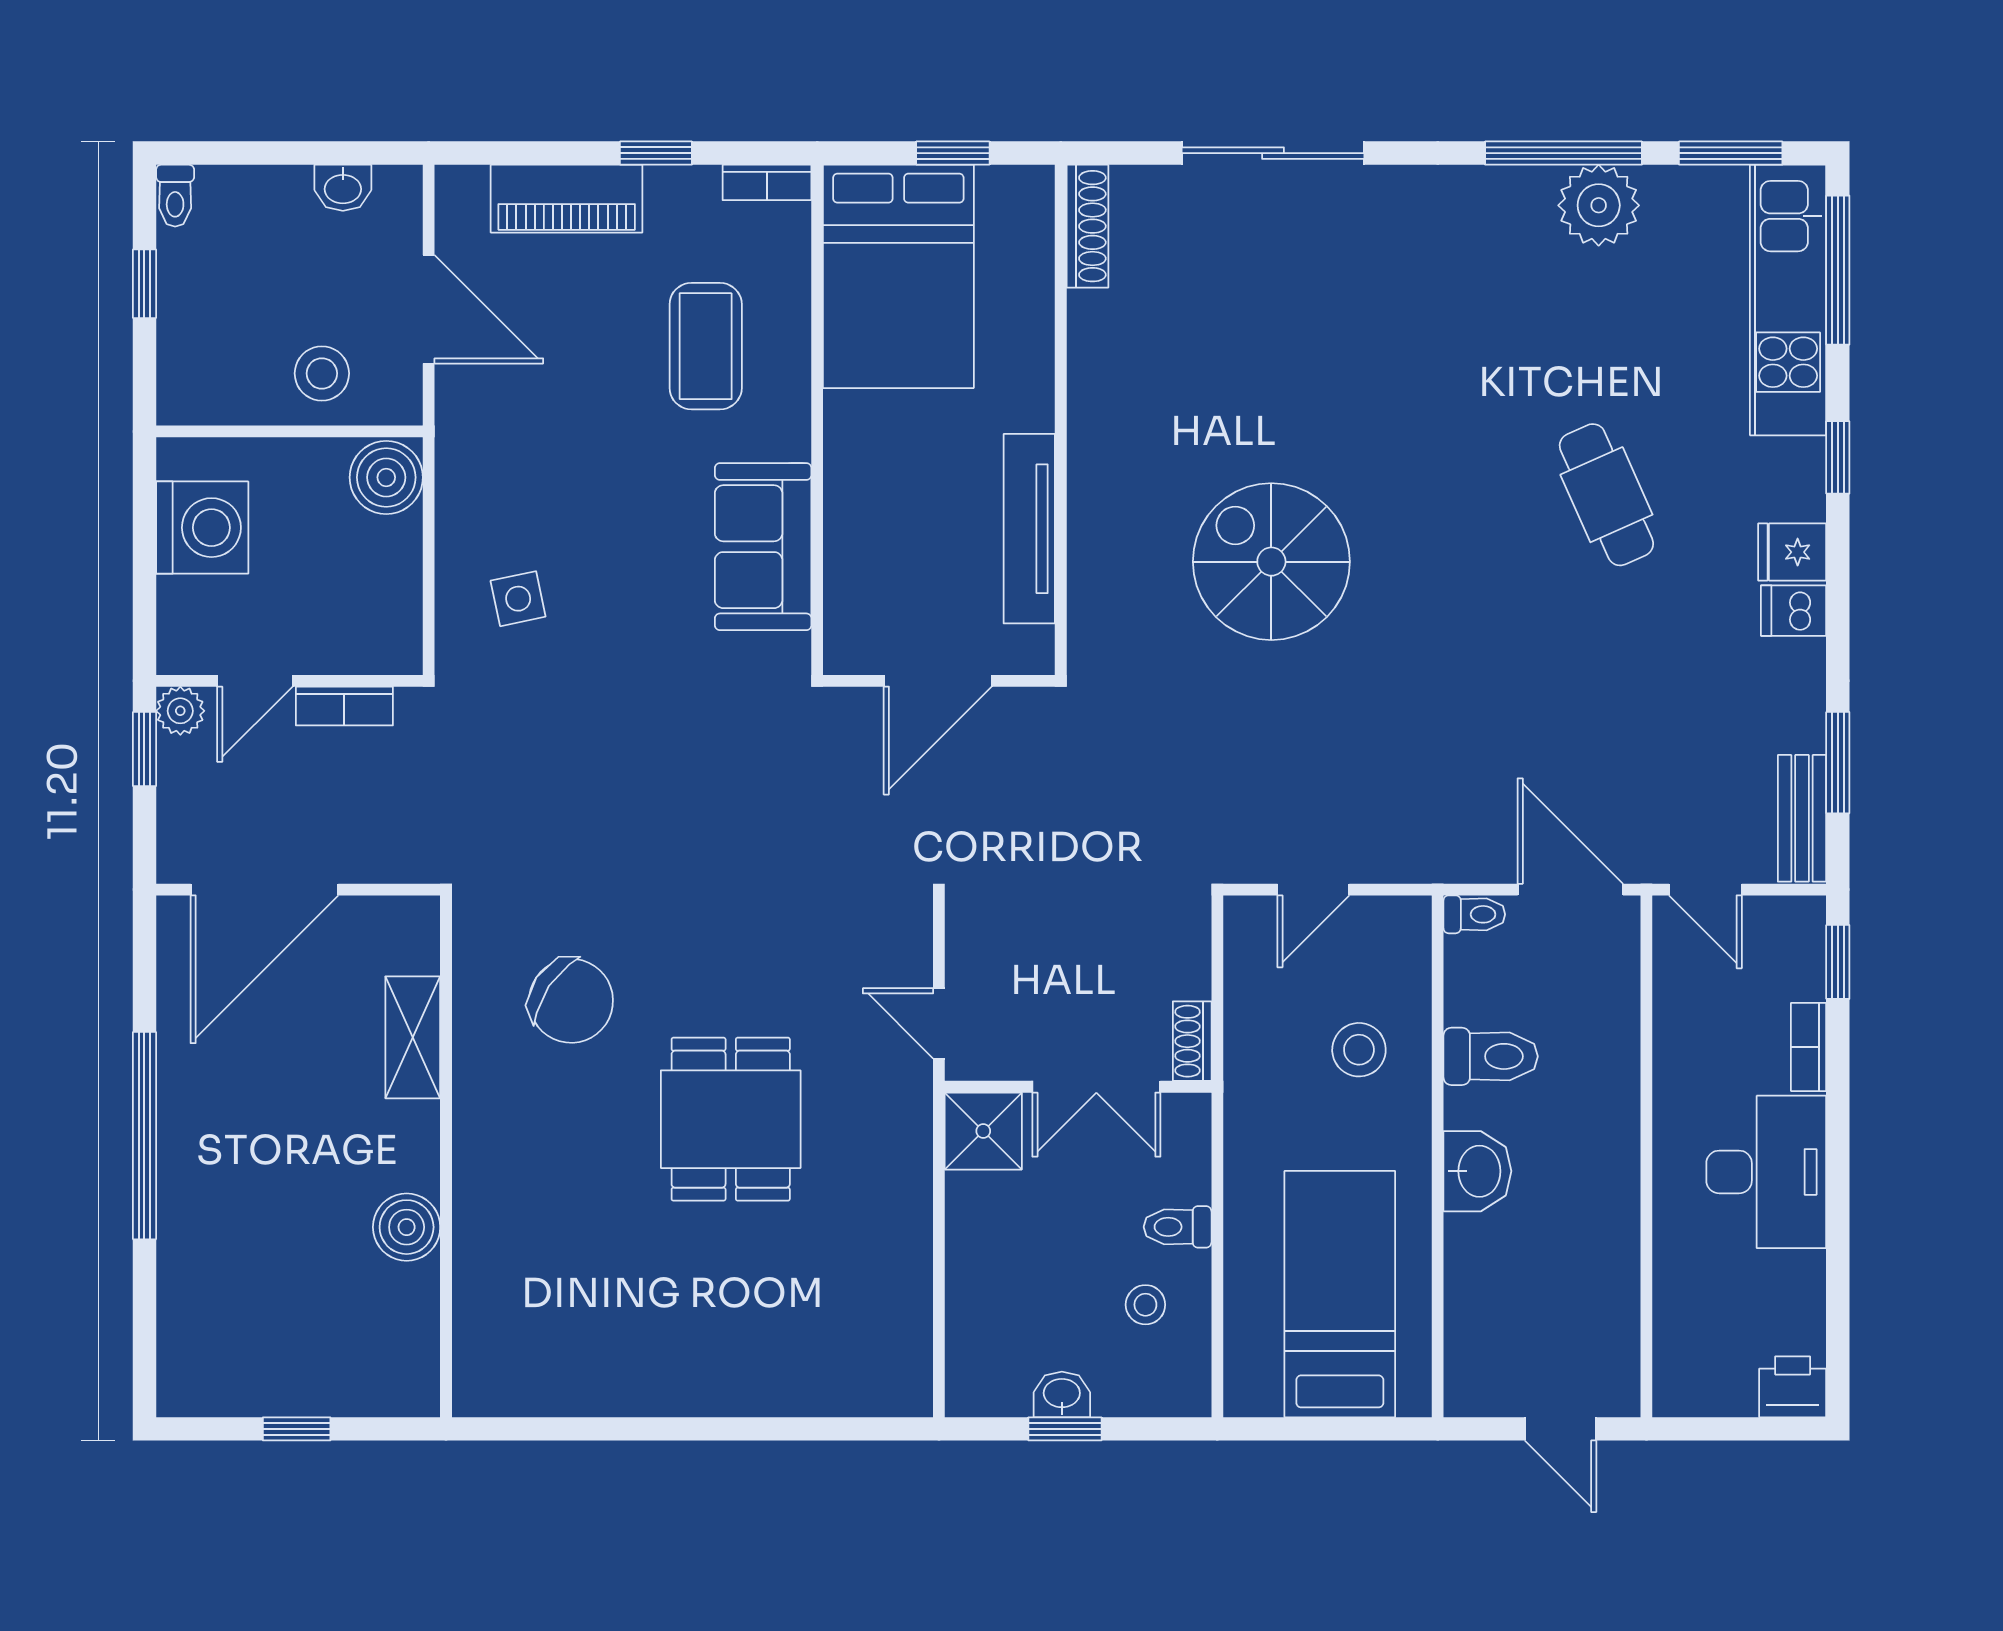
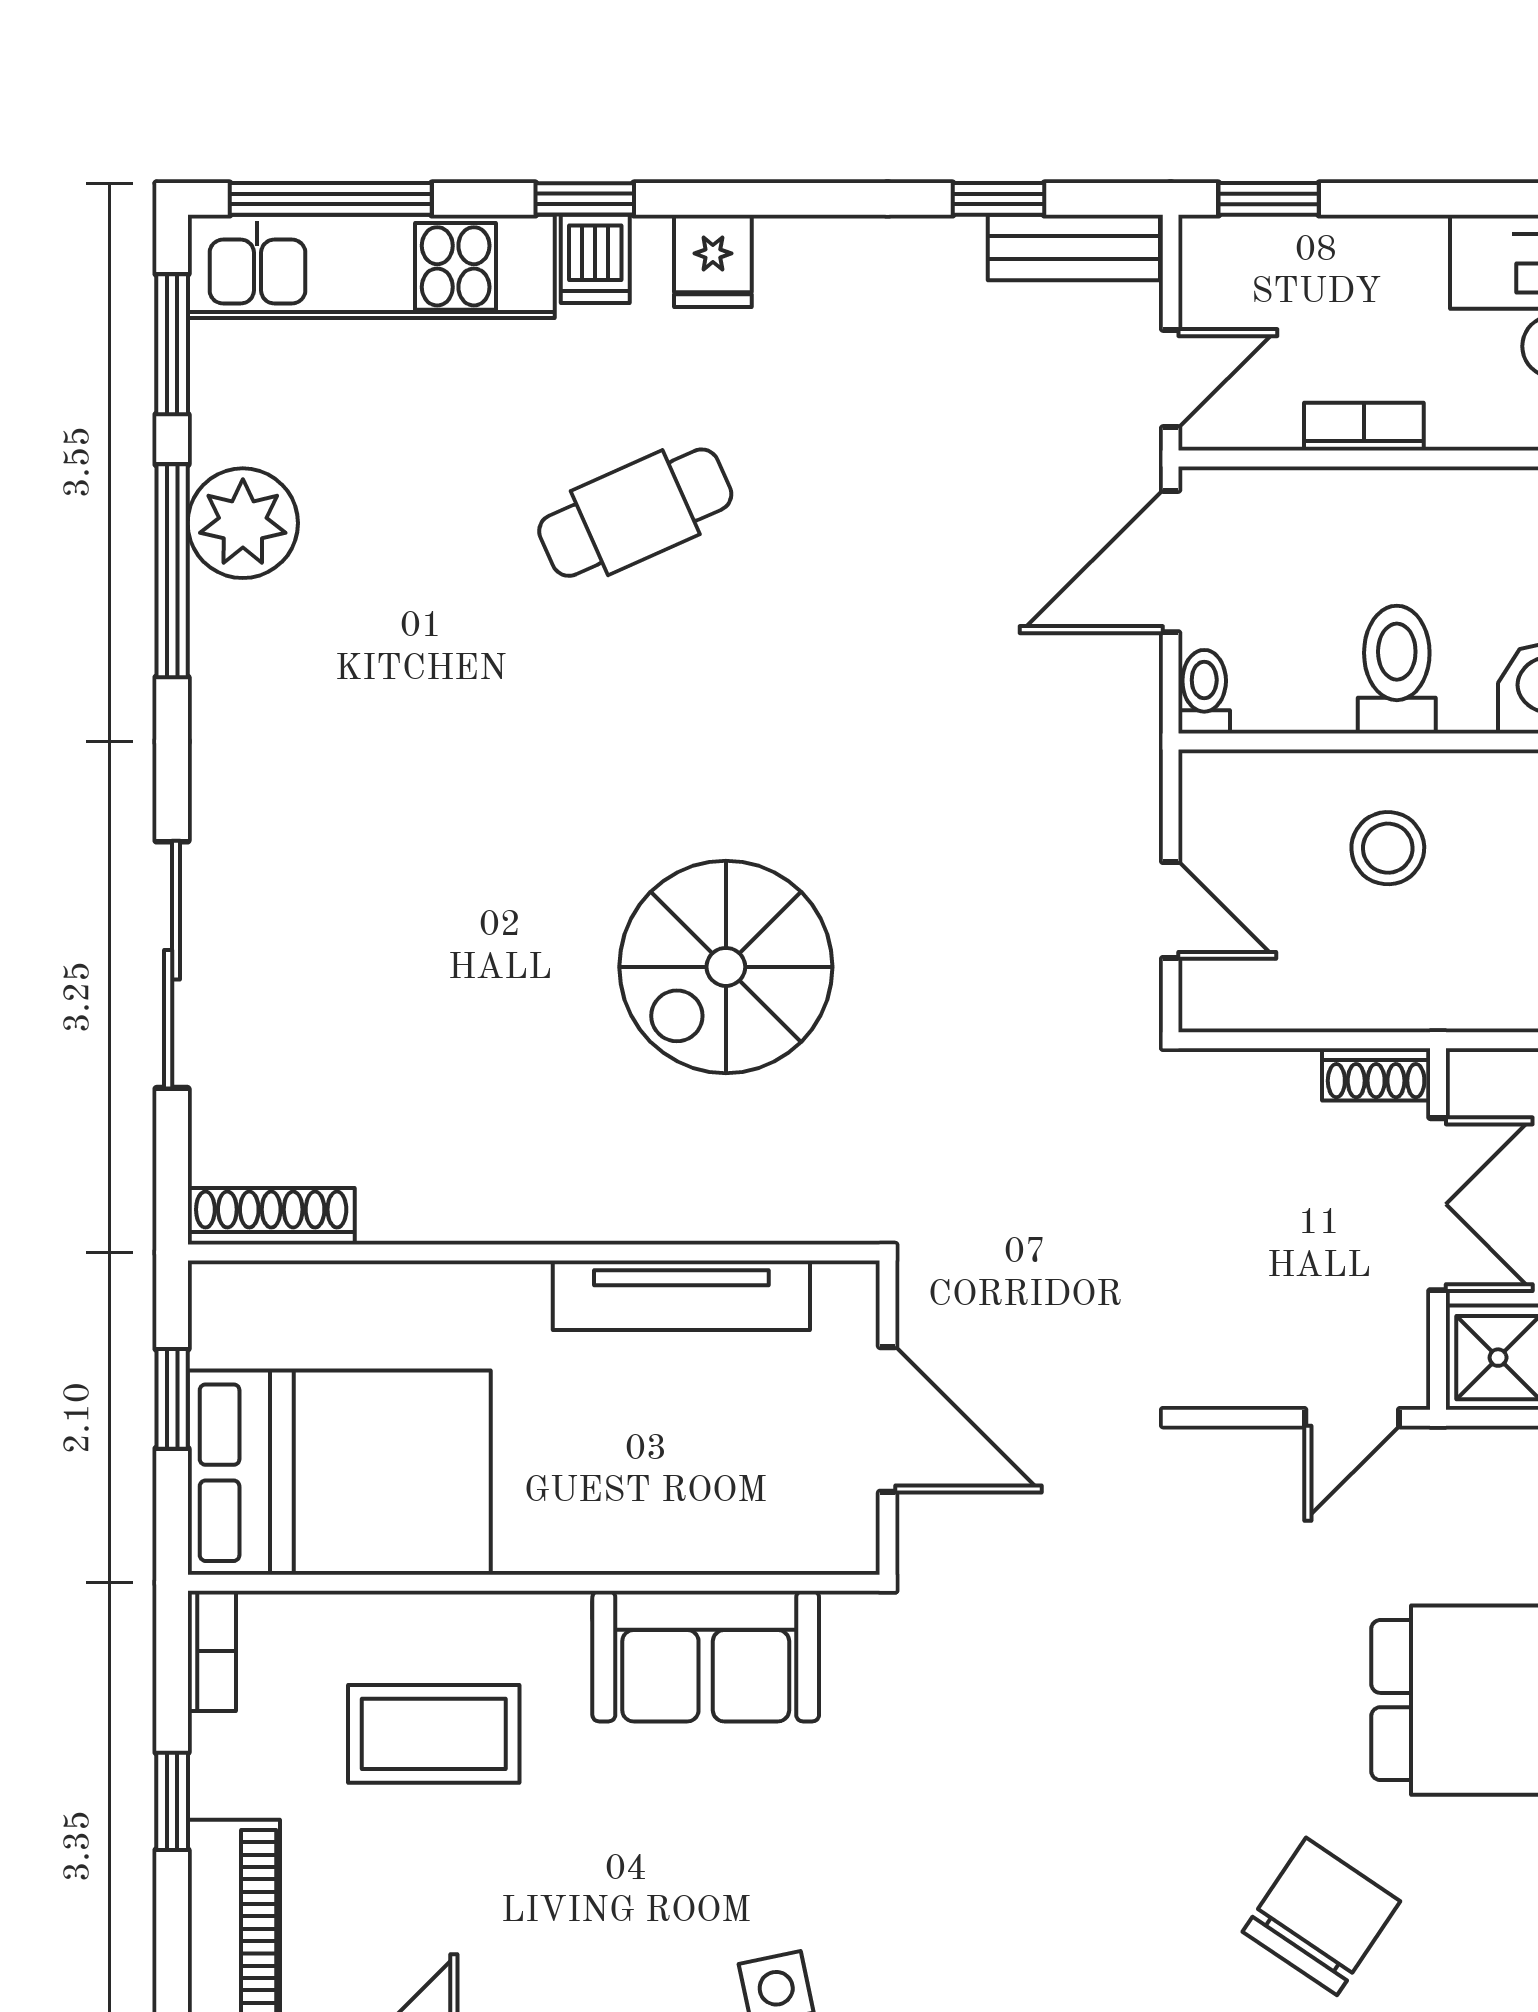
dishwasher: (1794, 611) -> (595, 259), moved
window: (1838, 763) -> (998, 199), width x0.67
bookcase: (1809, 1047) -> (1364, 427), moved, turned 180

